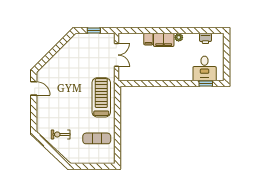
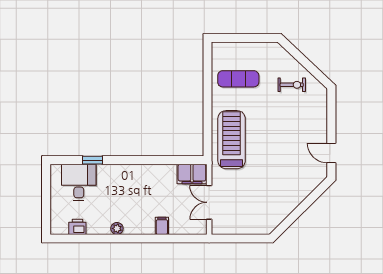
window: (94, 31) -> (243, 239), removed
filing cabinet: (164, 40) -> (192, 174), moved, turned 180
window: (206, 84) -> (92, 160), moved
treadmill: (101, 97) -> (232, 140), turned 180

